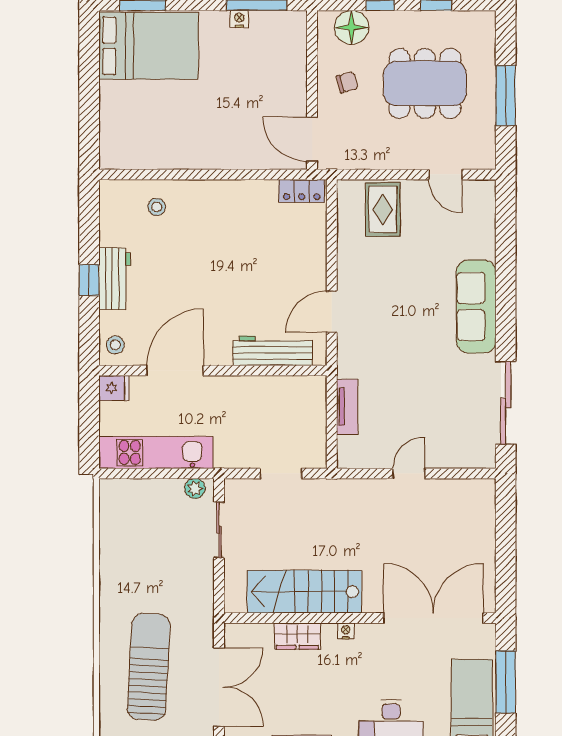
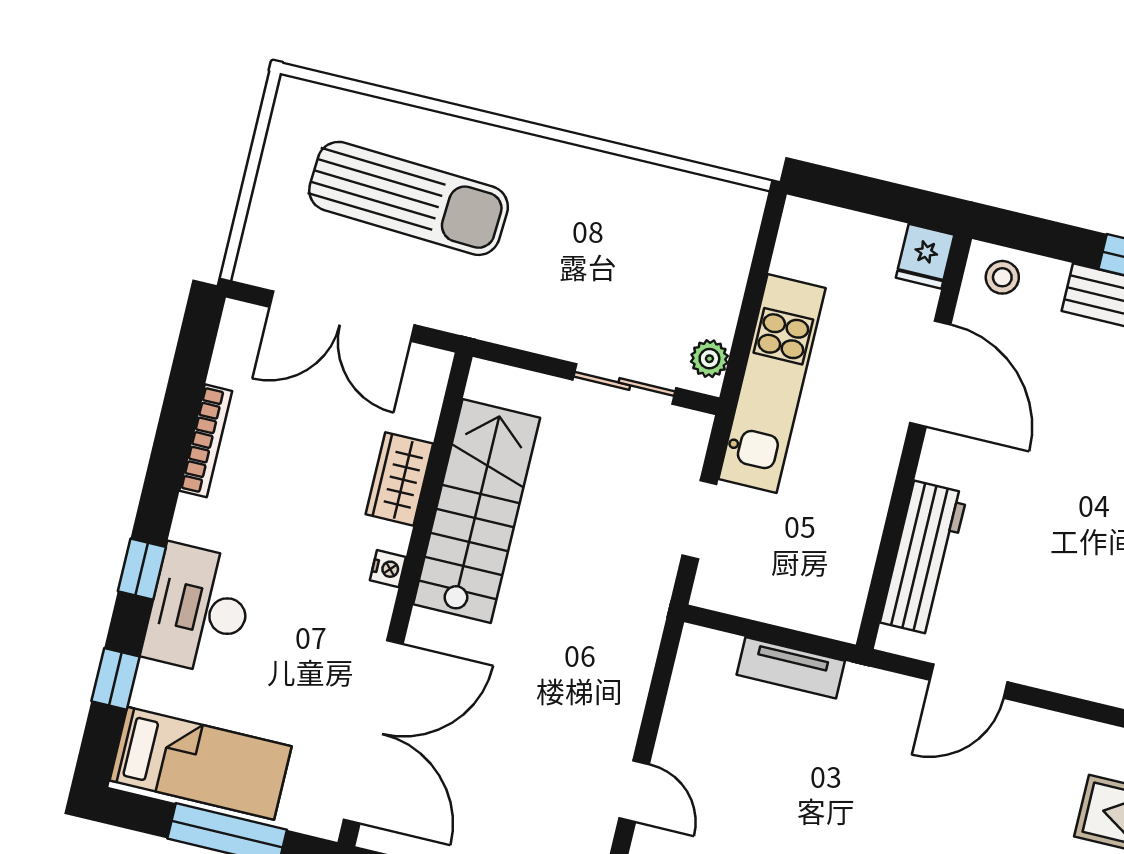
door: (332, 312) -> (968, 681), swing flipped
kitchen unit: (156, 452) -> (772, 383), moved
door: (409, 473) -> (634, 791), moved

